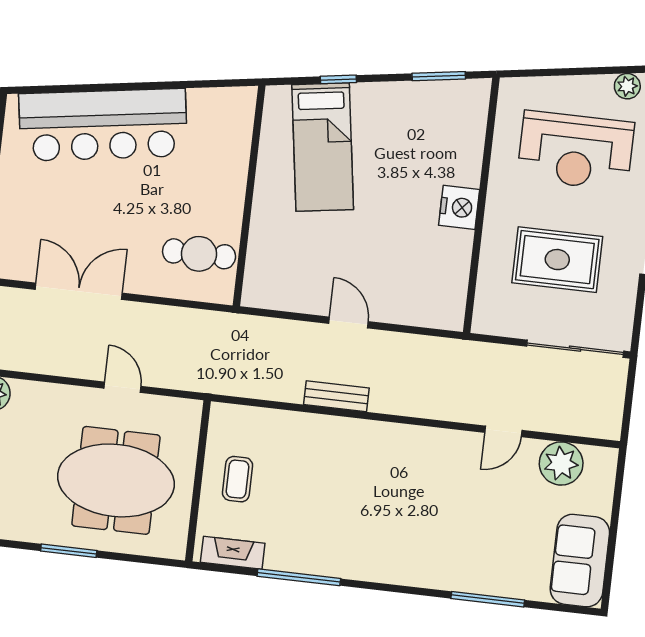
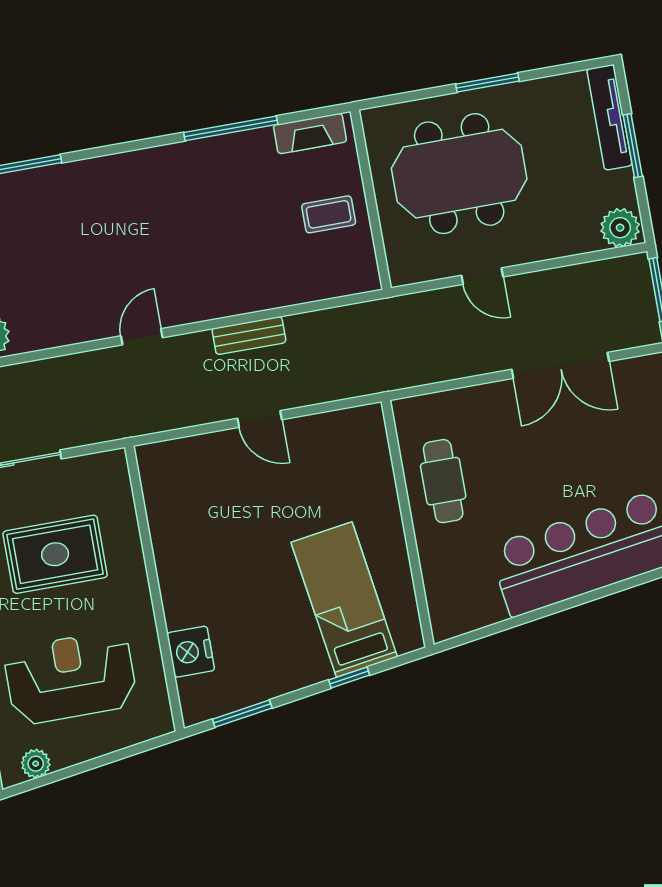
nightstand: (459, 207) -> (191, 652), moved
cafe table: (199, 254) -> (443, 481), moved, turned 90
door: (503, 431) -> (142, 337), moved
coffee table: (238, 479) -> (329, 214), turned 90

